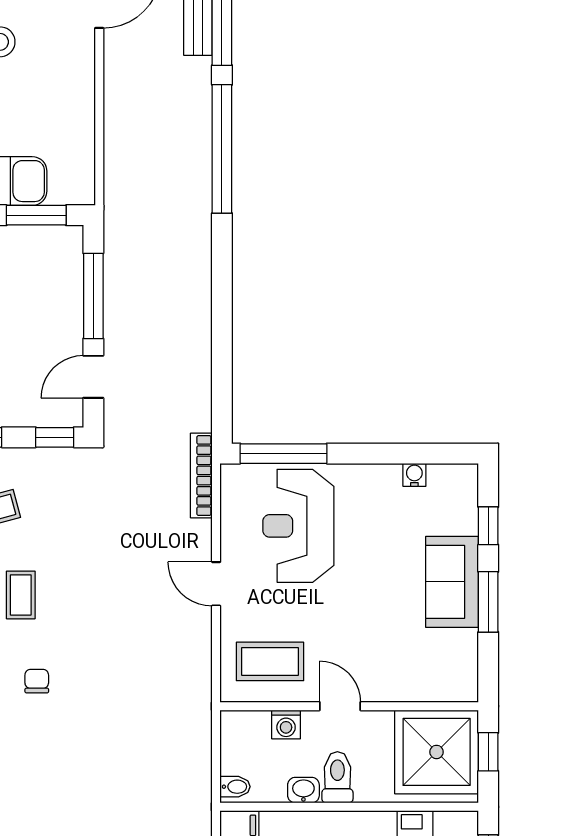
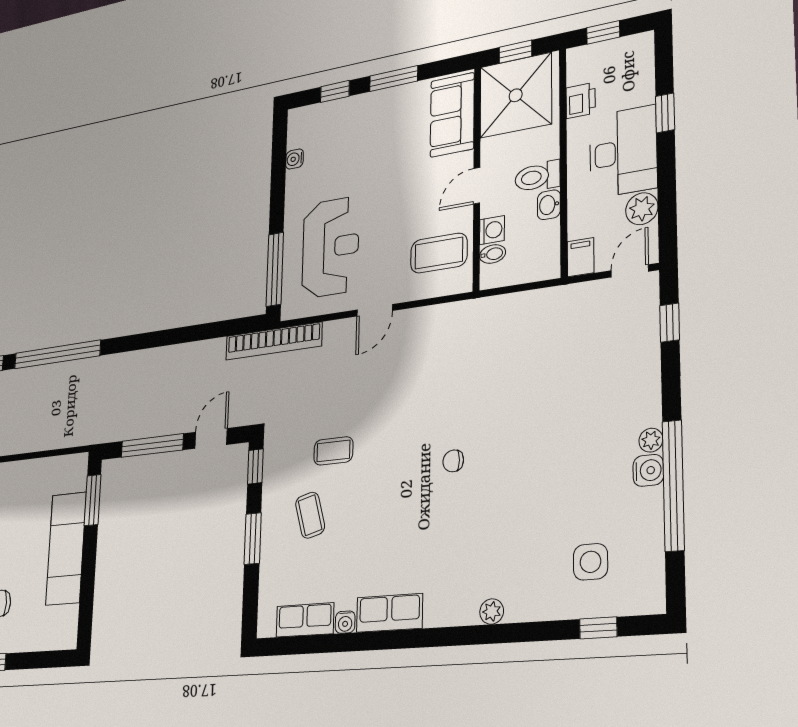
door: (93, 377) -> (211, 438), swing flipped
bookcase: (201, 476) -> (274, 341), width x1.48, depth x1.31
reception desk: (298, 526) -> (330, 247), turned -90
sofa: (452, 582) -> (452, 115), moved, turned 90
coffee table: (21, 595) -> (333, 451), moved
coffee table: (270, 661) -> (439, 253), turned 90
bidet: (235, 787) -> (492, 254), moved, turned 90

